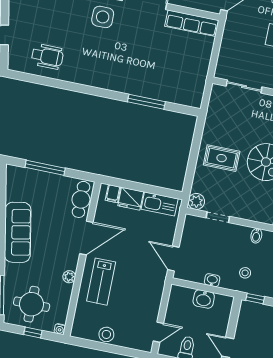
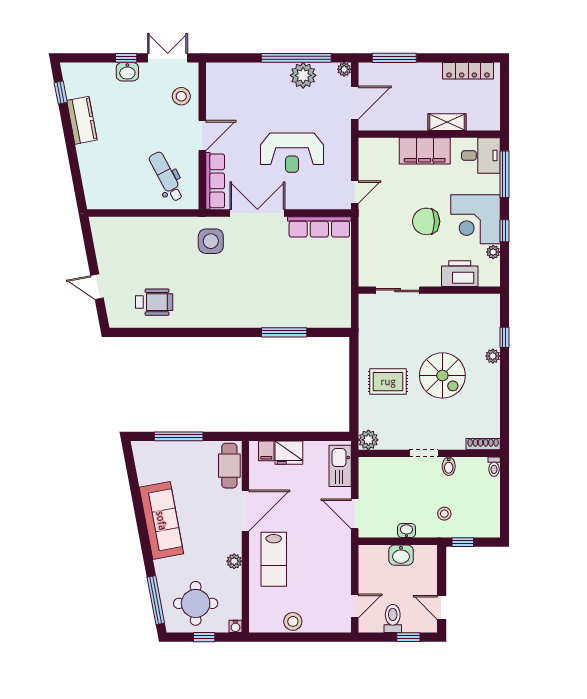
kitchen sink: (160, 204) -> (340, 466), moved, turned 90
doorway: (218, 217) -> (424, 453), moved

